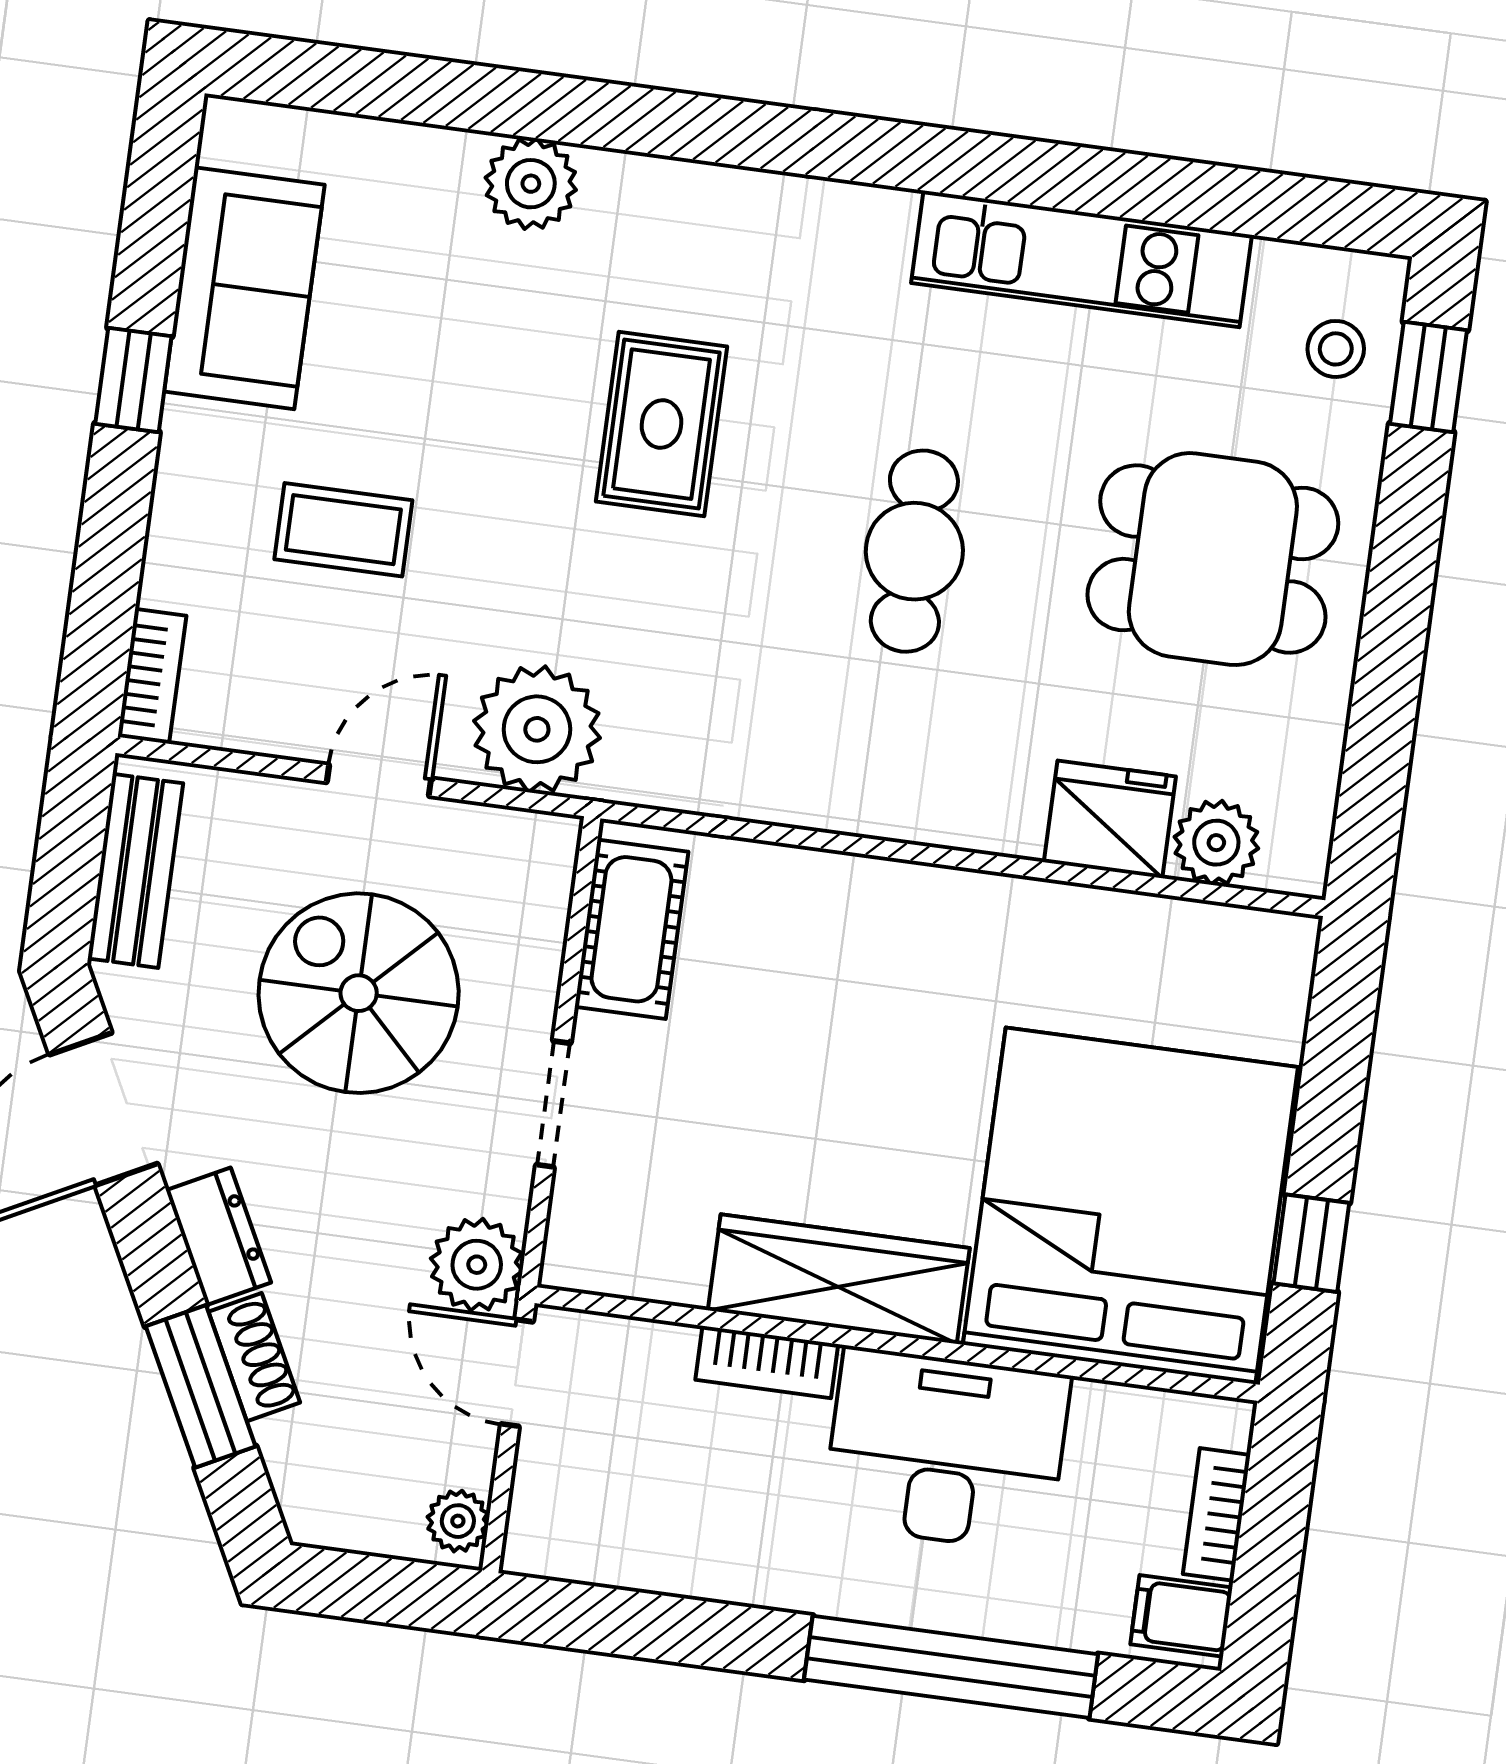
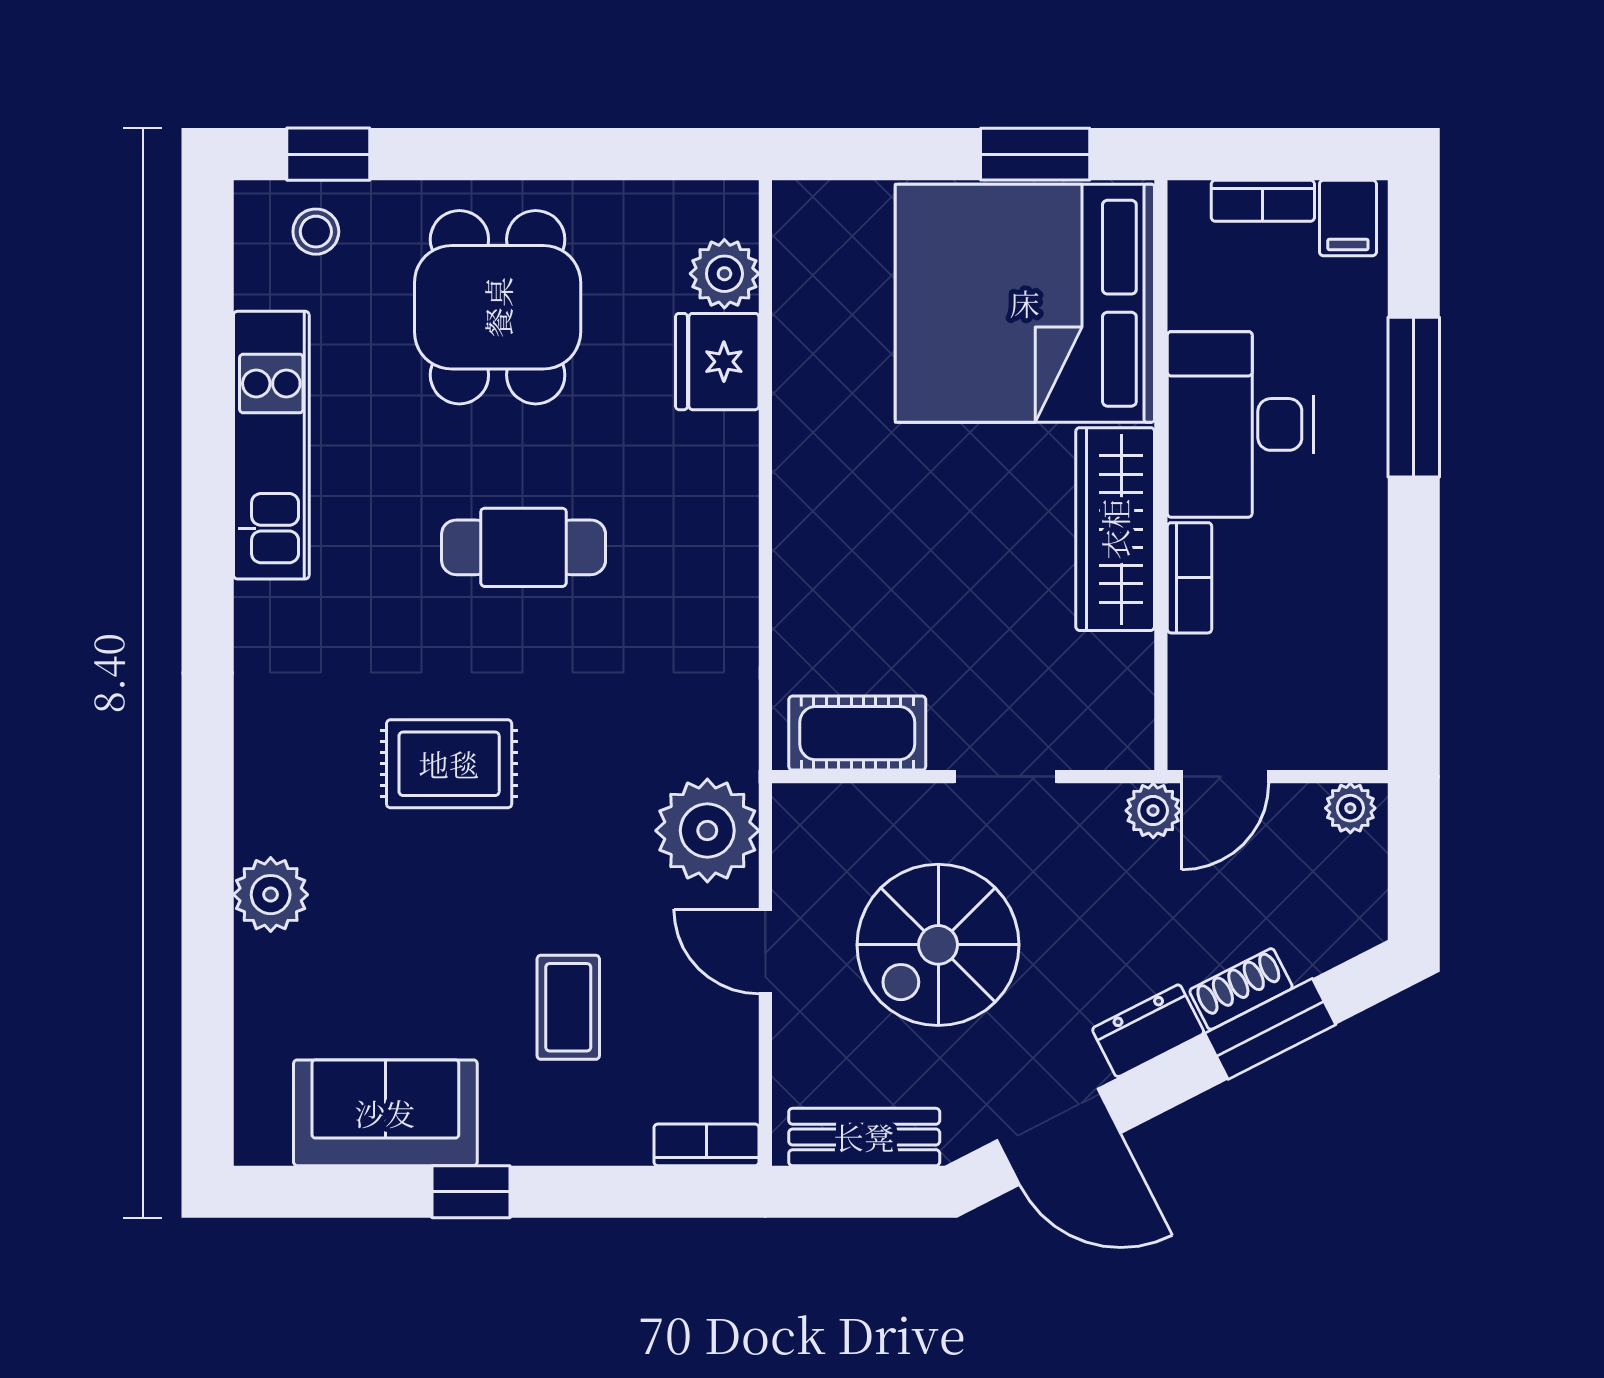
window: (1311, 1243) -> (1035, 154), width x1.50
plant: (477, 1265) -> (1153, 811), width x0.73, depth x0.73
window: (951, 1667) -> (1414, 397), width x0.68

